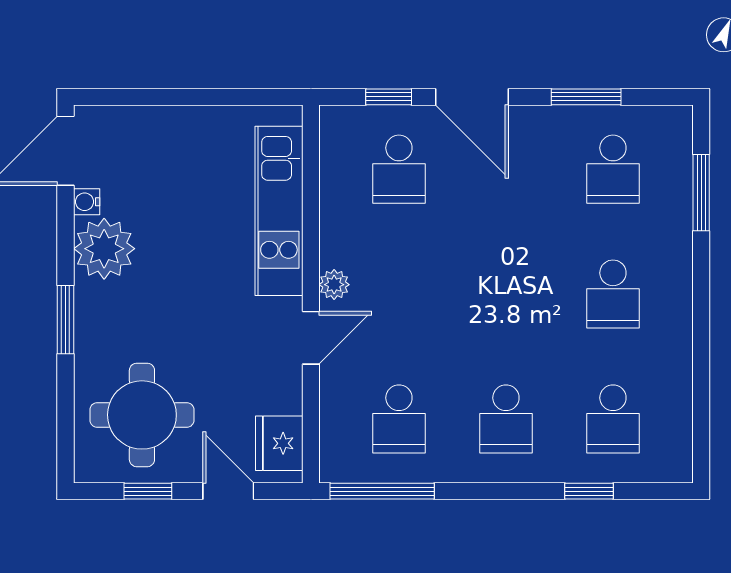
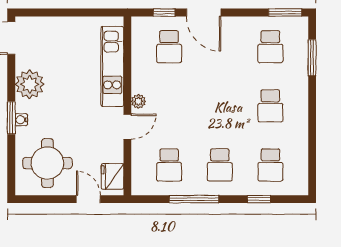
window: (586, 97) -> (285, 13), moved
water cooler: (87, 202) -> (21, 120), moved
window: (148, 491) -> (50, 199), removed
window: (382, 491) -> (194, 199), moved

